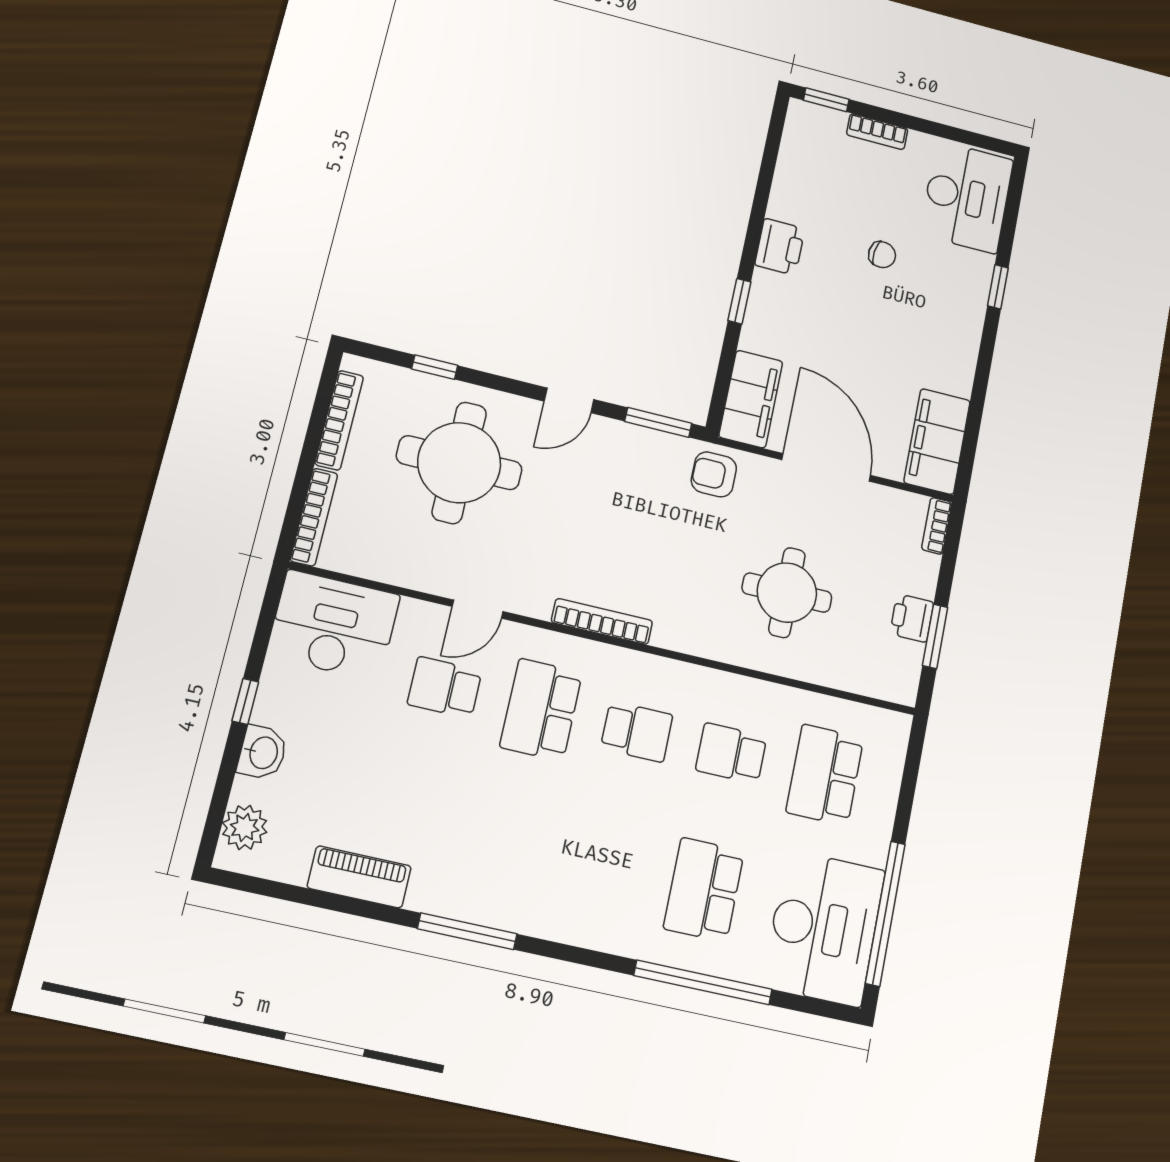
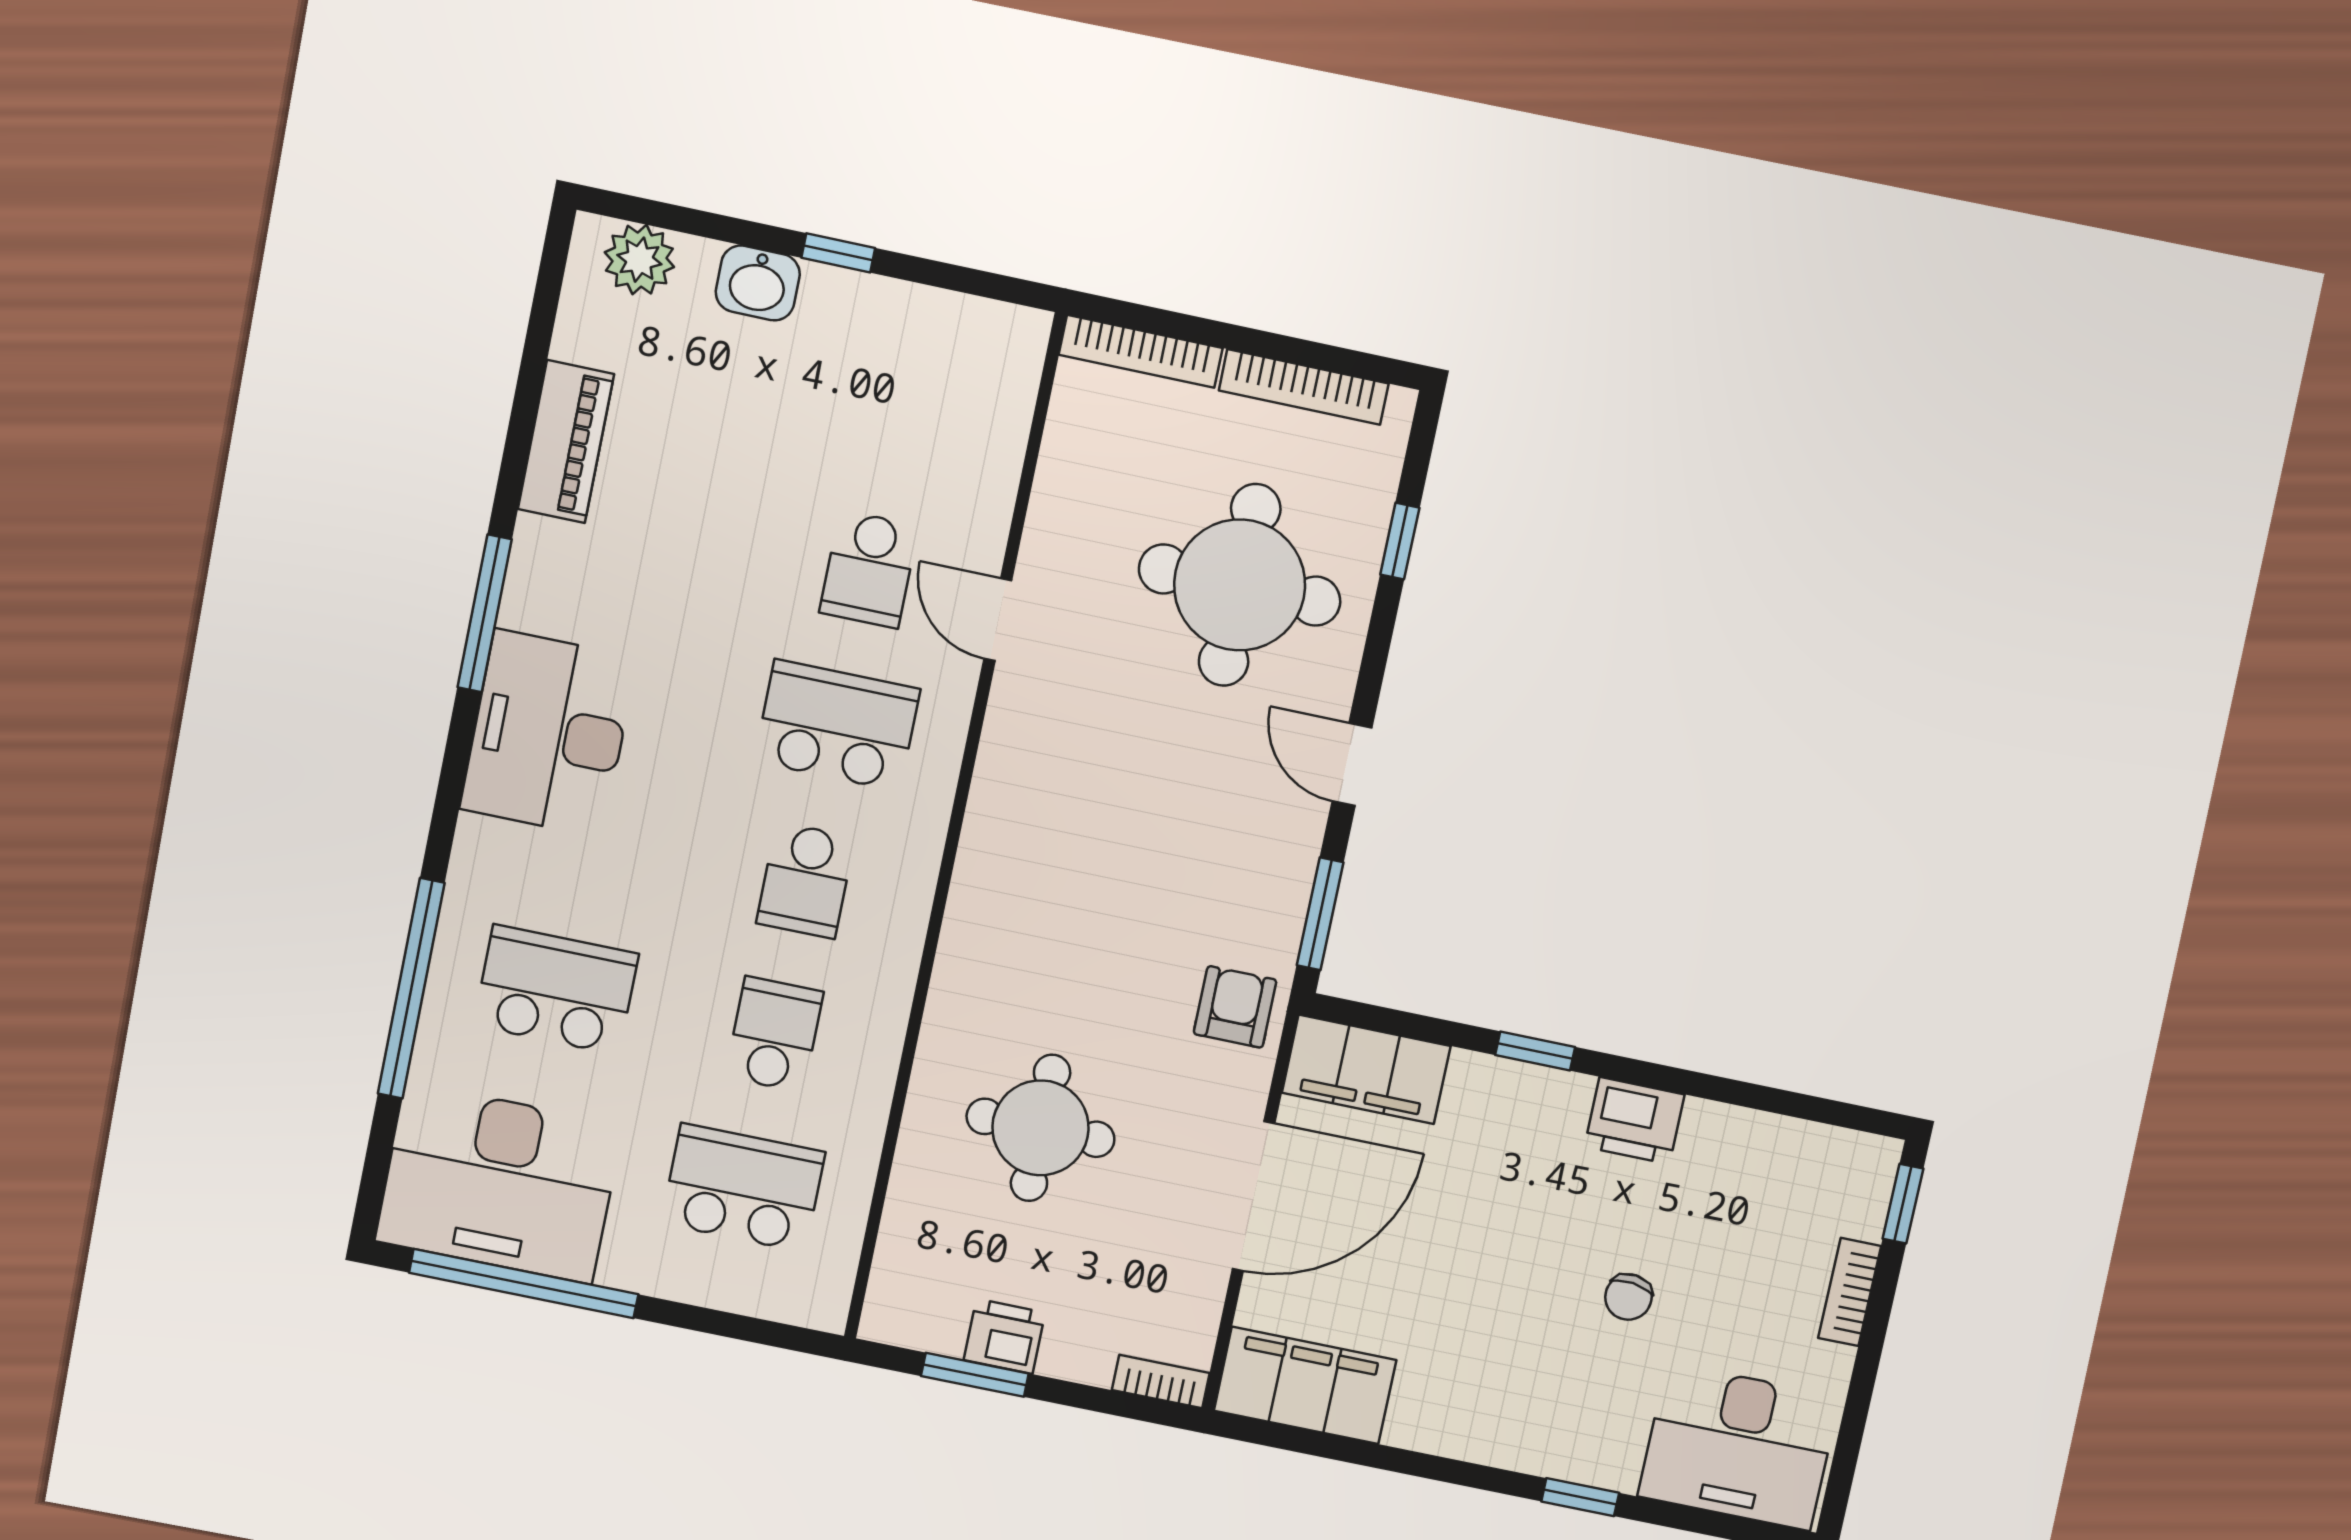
bookcase: (602, 621) -> (984, 822), removed
desk: (333, 625) -> (548, 733), moved, turned 180
school desk: (445, 687) -> (869, 569), turned 180

